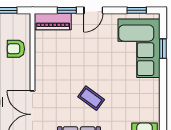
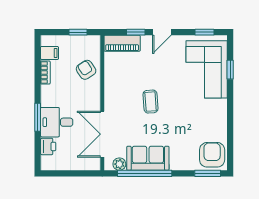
armchair: (16, 49) -> (86, 70), turned 57
coffee table: (91, 98) -> (151, 102), moved, turned 50

